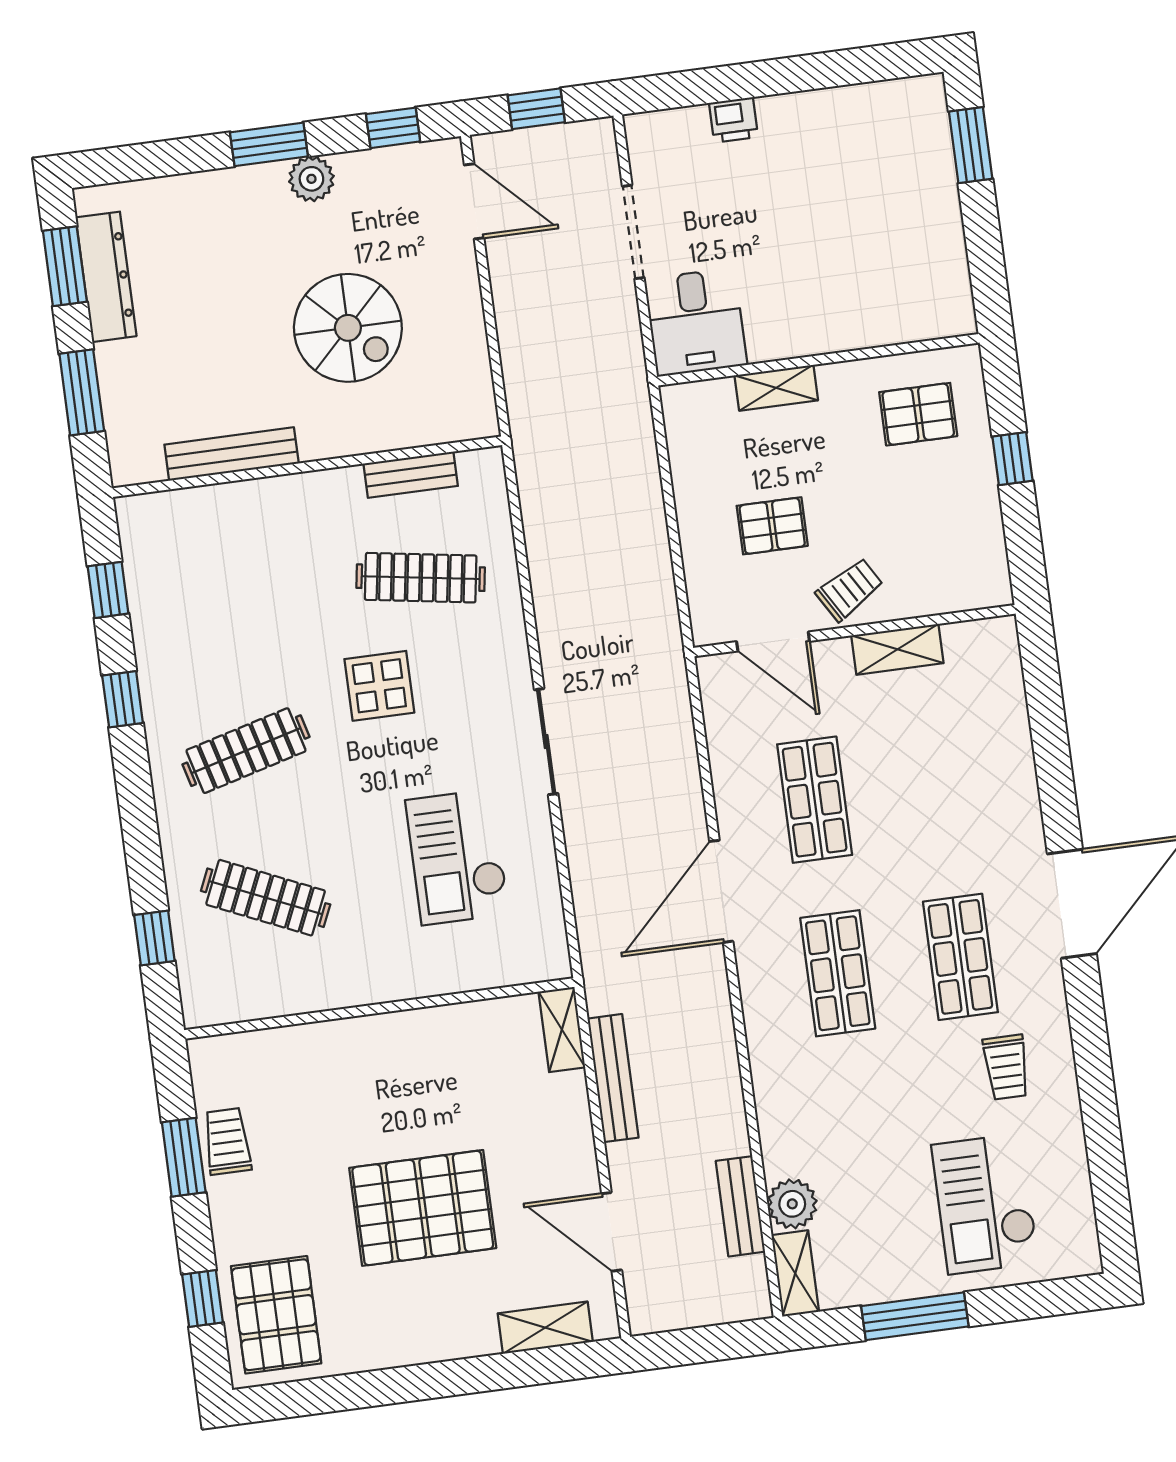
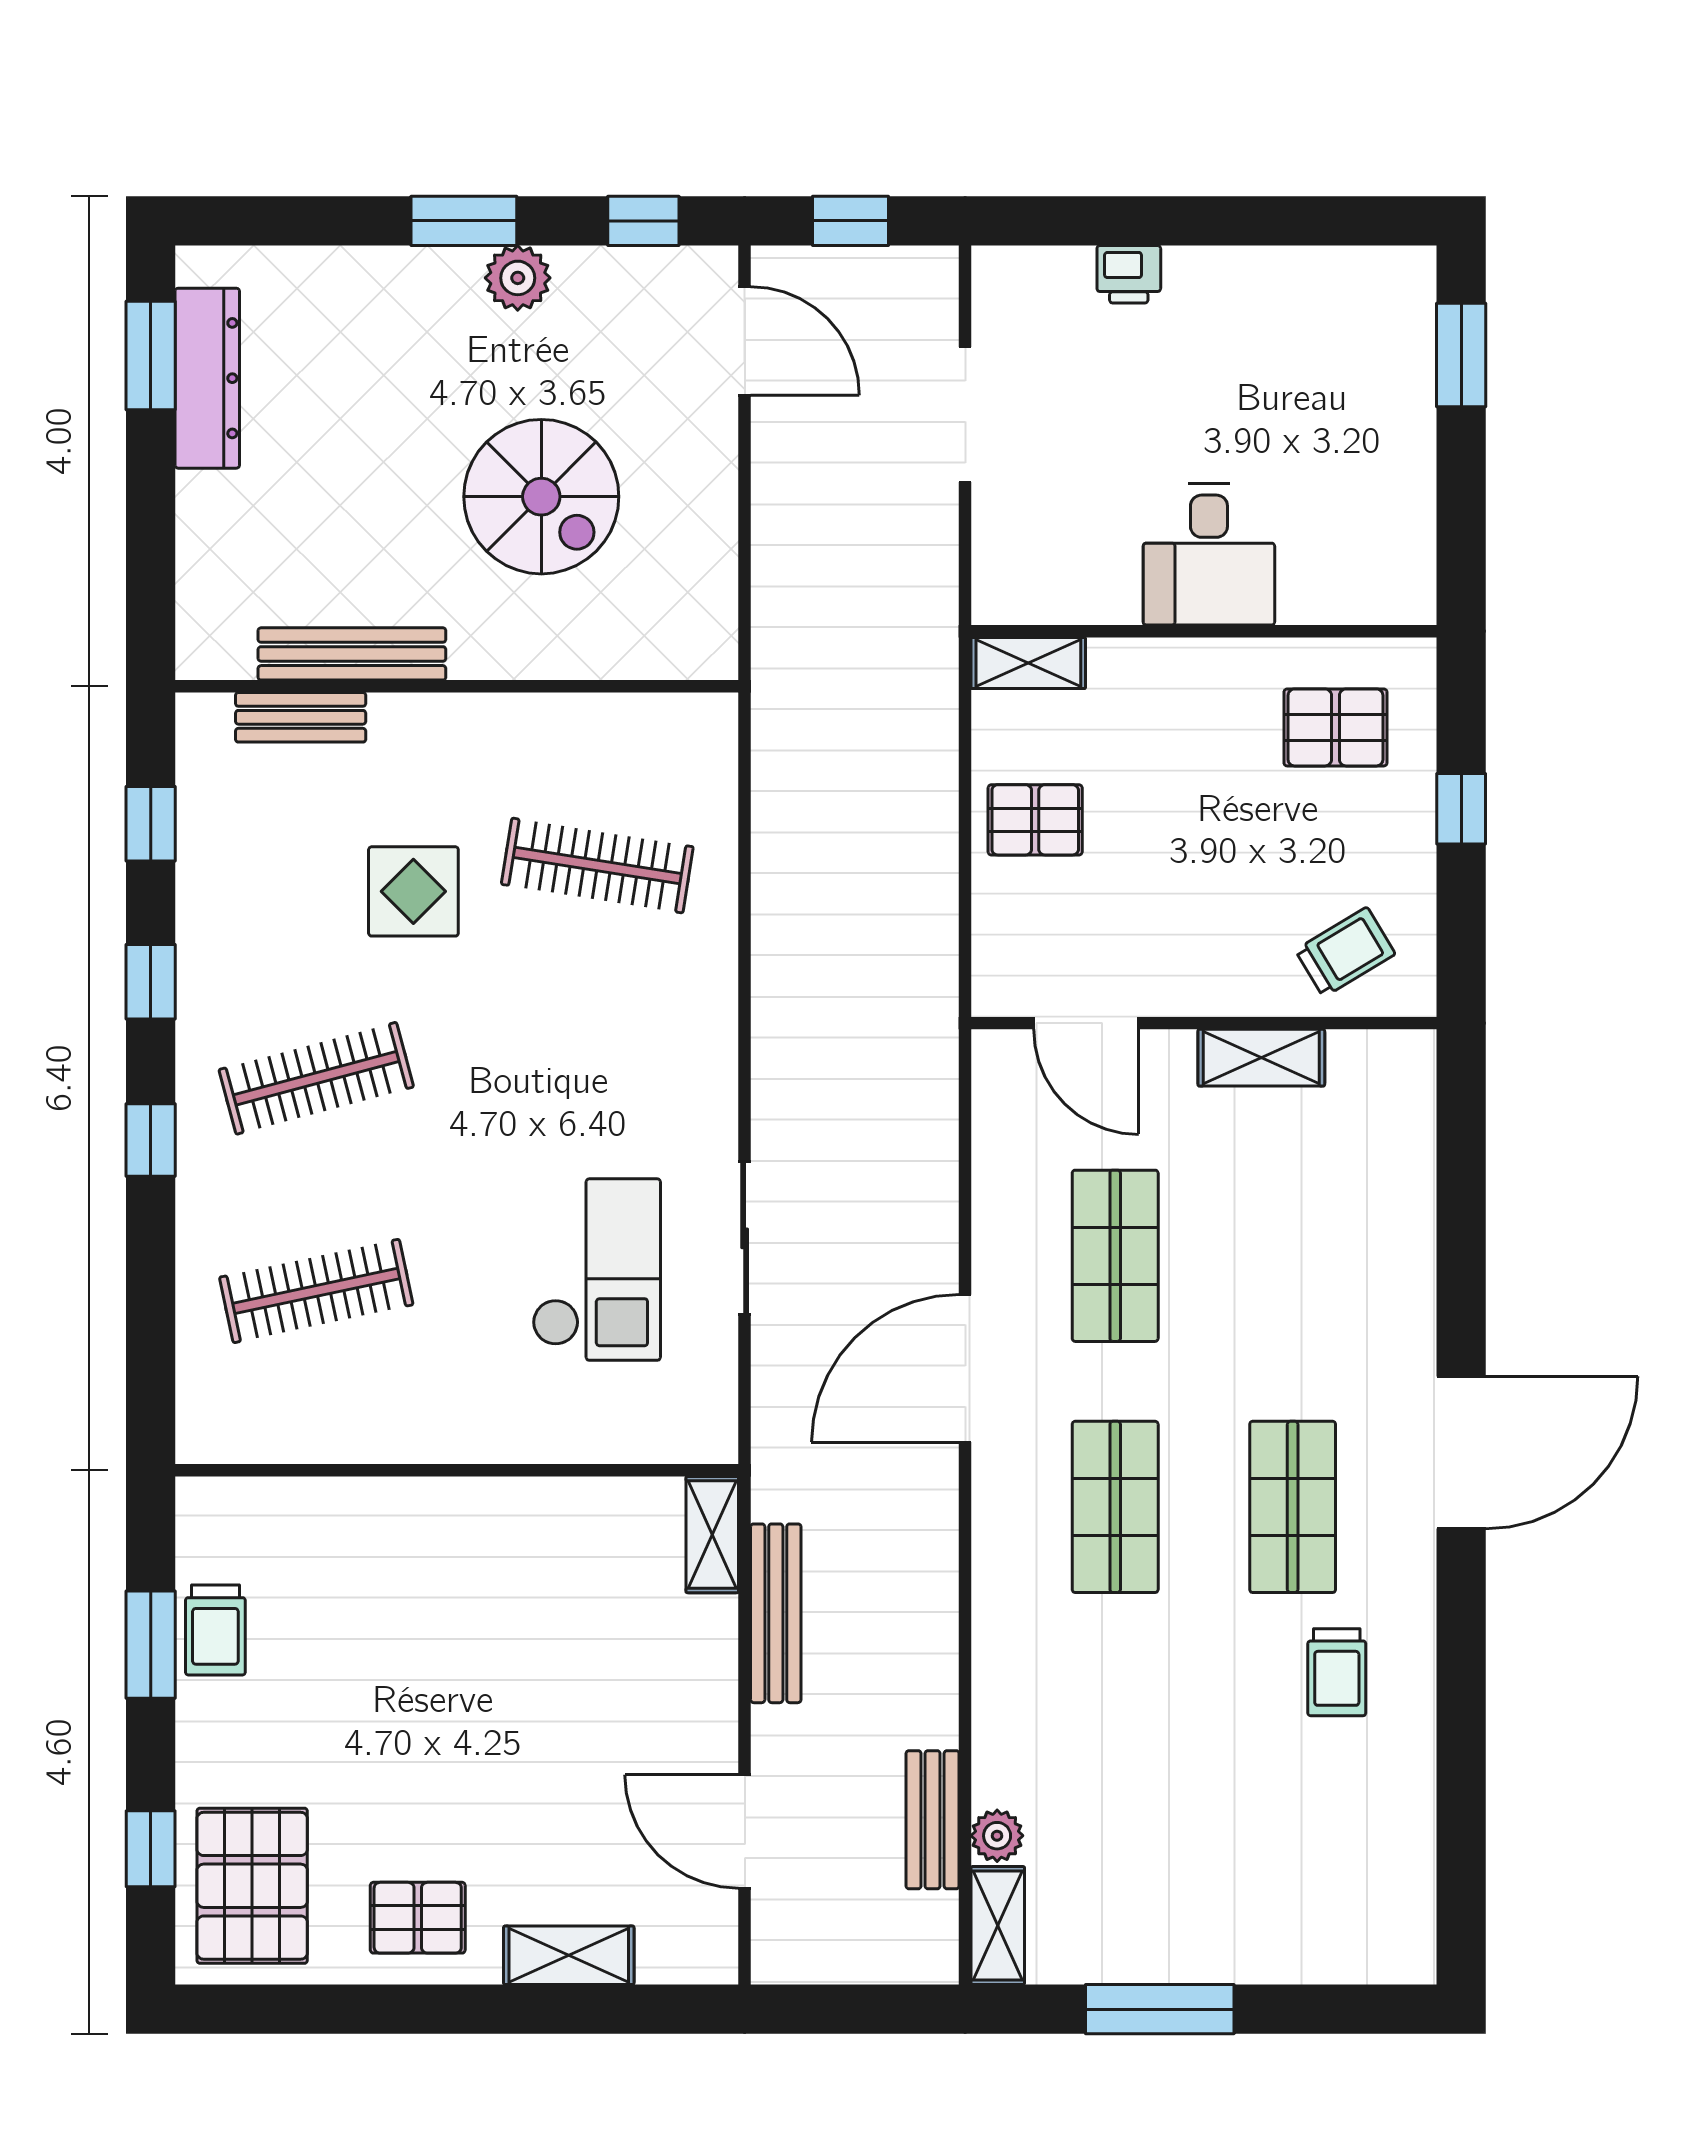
desk: (696, 322) -> (1209, 554), moved
shelving: (776, 388) -> (1028, 663), moved
window: (82, 392) -> (151, 538), removed
bench: (411, 475) -> (301, 717), moved
pallet: (772, 526) -> (1035, 820), moved
trolley: (850, 589) -> (1345, 952), moved
display table: (379, 686) -> (413, 891), moved
sliding door: (546, 742) -> (745, 1238), moved
checkout: (457, 857) -> (596, 1270), turned 180
clothes rail: (266, 898) -> (316, 1291), turned -36
window: (154, 938) -> (151, 1140), moved
trolley: (227, 1141) -> (215, 1630), turned 180
plant: (792, 1204) -> (997, 1836), width x0.73, depth x0.73
checkout: (985, 1204) -> (1281, 1863), removed
pallet: (423, 1208) -> (418, 1918), moved, width x0.49, depth x0.50
shelving: (545, 1328) -> (569, 1955), moved

